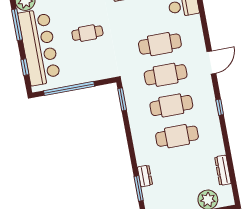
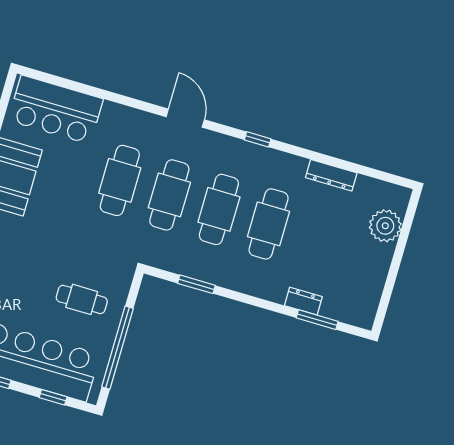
cafe table: (87, 33) -> (82, 299), moved, turned 90
window: (122, 99) -> (196, 284), moved
dresser: (223, 170) -> (331, 175), moved

